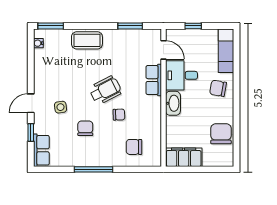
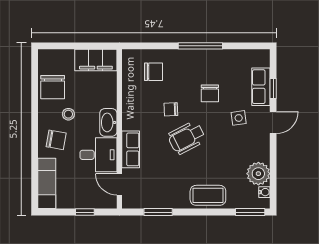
plant: (44, 59) -> (258, 174), added
stool: (207, 110) -> (68, 114), added
row of seats: (41, 150) -> (261, 87), moved

